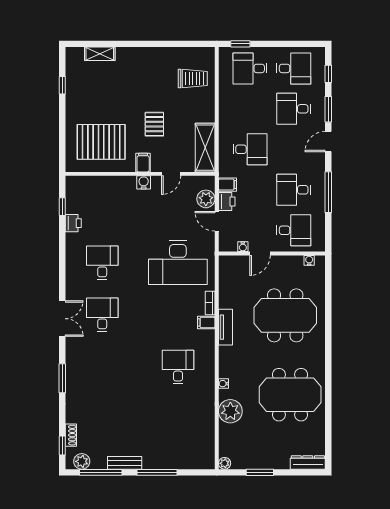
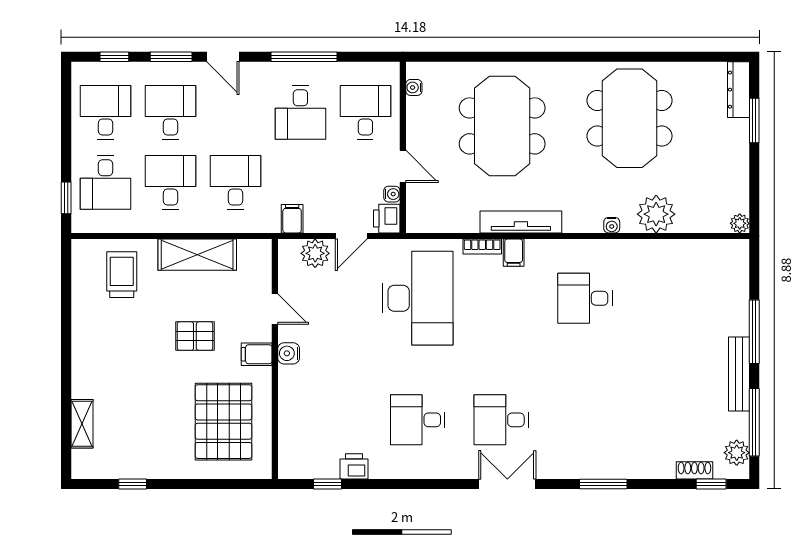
desk: (250, 109) -> (171, 182), added
desk: (294, 109) -> (171, 112), turned 180
shelving: (205, 148) -> (197, 255), moved
printer: (227, 202) -> (387, 219), moved, turned -90
tv unit: (225, 327) -> (521, 222), width x1.41
bench: (125, 463) -> (739, 374), width x1.36
window: (260, 472) -> (754, 120), moved

